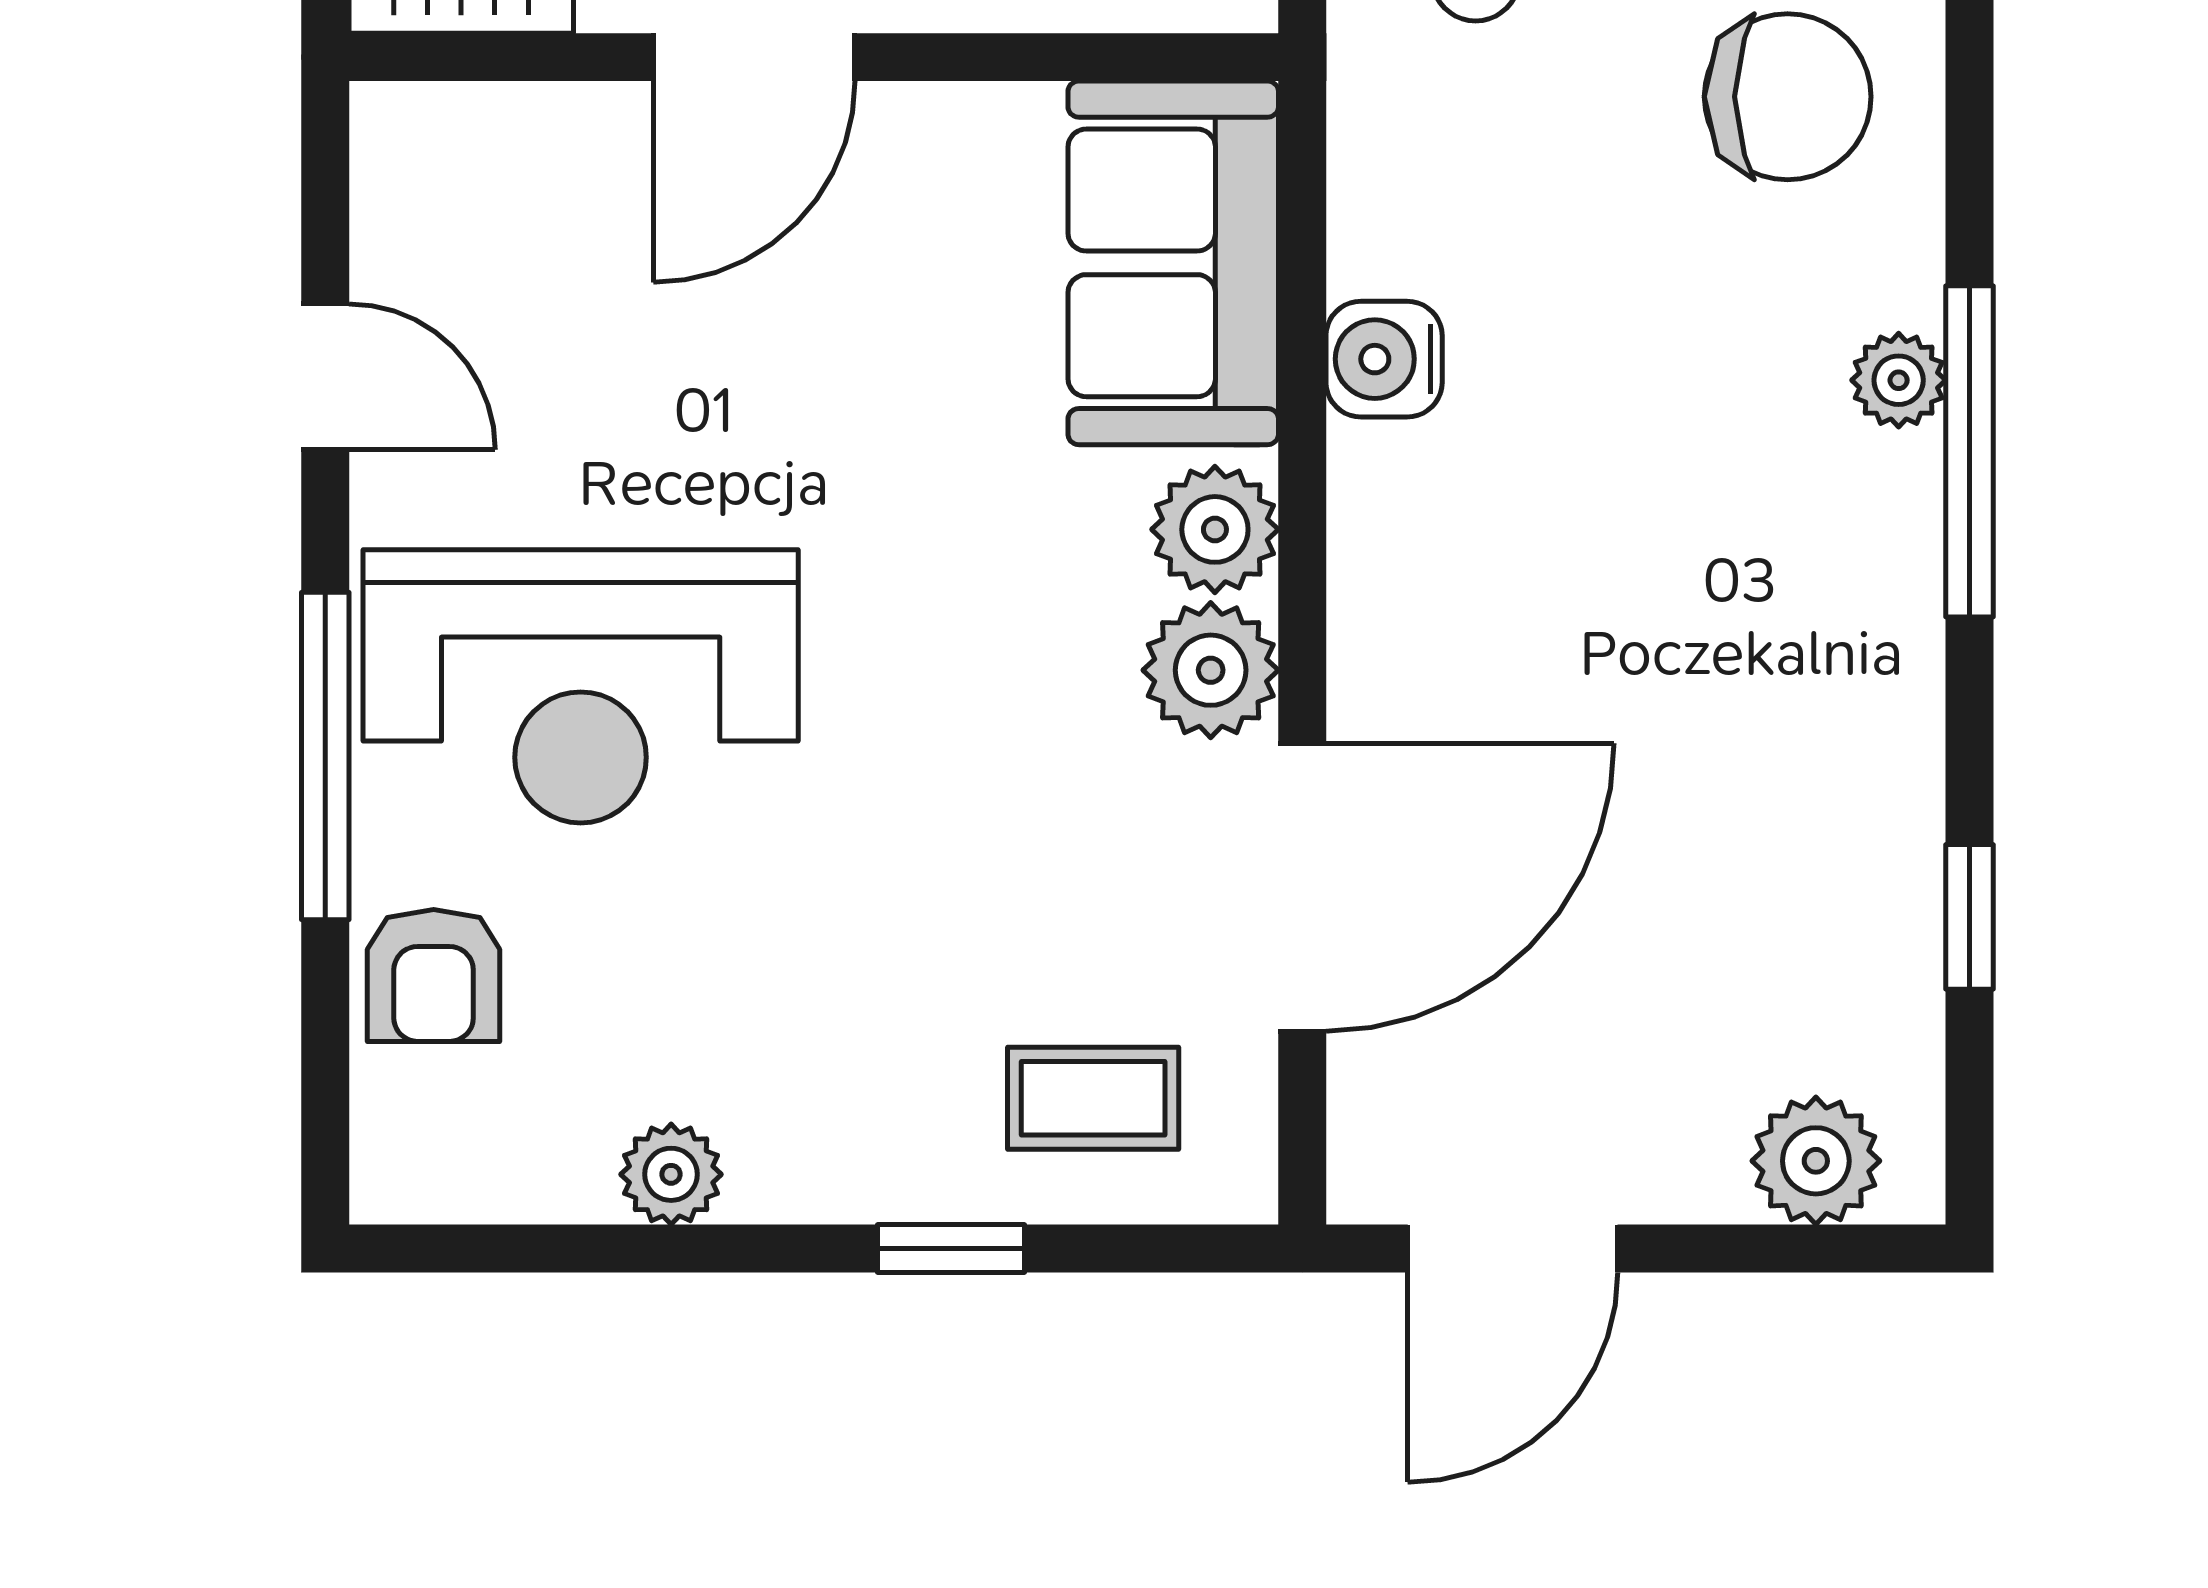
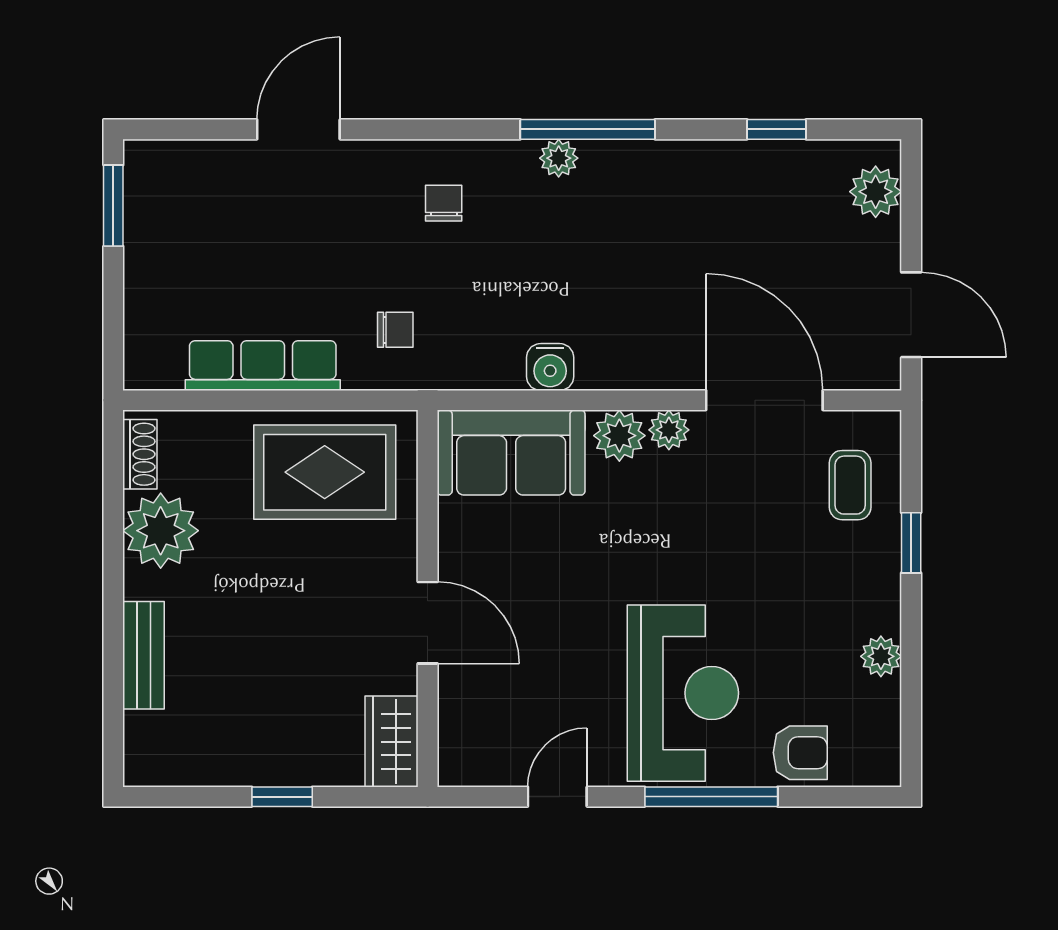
chair: (1788, 97) -> (444, 203), width x0.54, depth x0.54
plant: (1211, 670) -> (669, 430), width x0.73, depth x0.73

